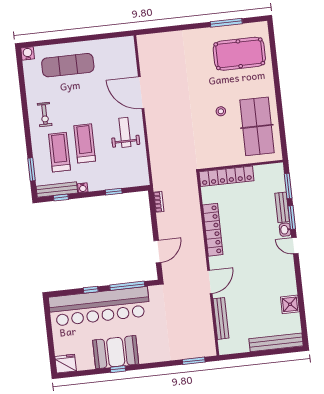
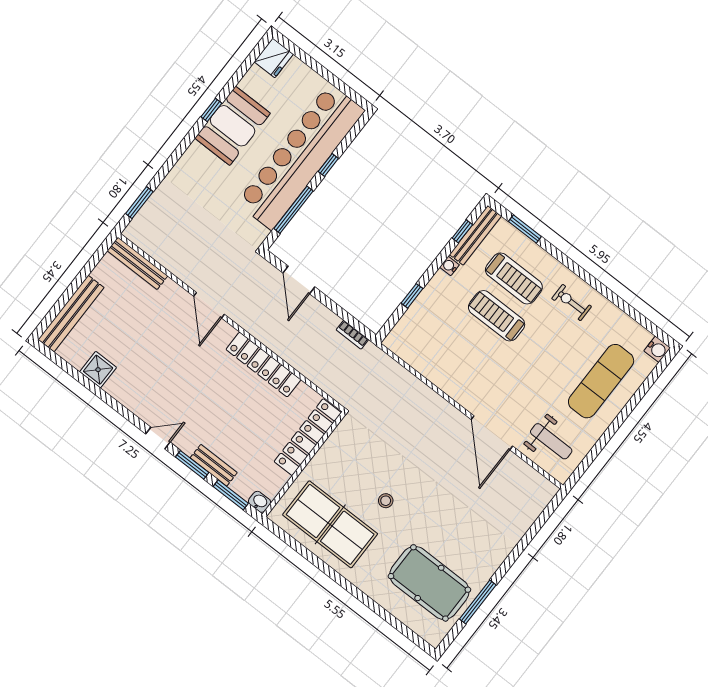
pool table: (239, 54) -> (429, 583), turned 90
door: (141, 93) -> (492, 433), swing flipped
weight bench: (125, 132) -> (551, 441), moved
treadmill: (85, 143) -> (497, 316), turned 180
washbasin: (285, 230) -> (260, 502), moved
bench: (221, 318) -> (137, 263), moved

